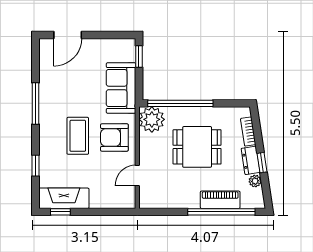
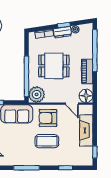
armchair: (114, 137) -> (48, 118), turned 90
dining table: (197, 147) -> (54, 66), turned 90
fireplace: (64, 198) -> (86, 130), moved
floor lamp: (150, 198) -> (86, 96), added
piano: (220, 200) -> (87, 71), moved

